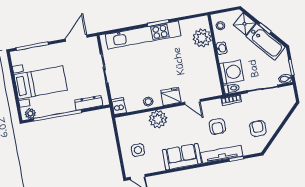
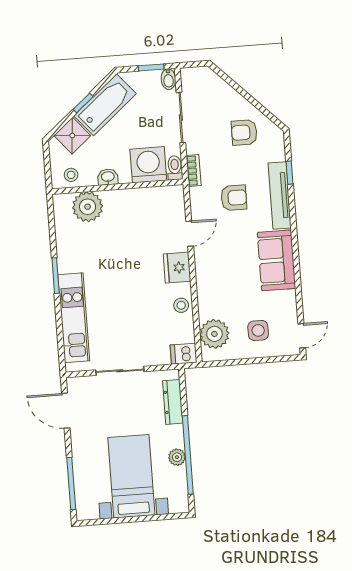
kitchen unit: (143, 35) -> (74, 318), width x0.73
plant: (30, 114) -> (177, 457), moved
plant: (158, 119) -> (214, 334), moved

